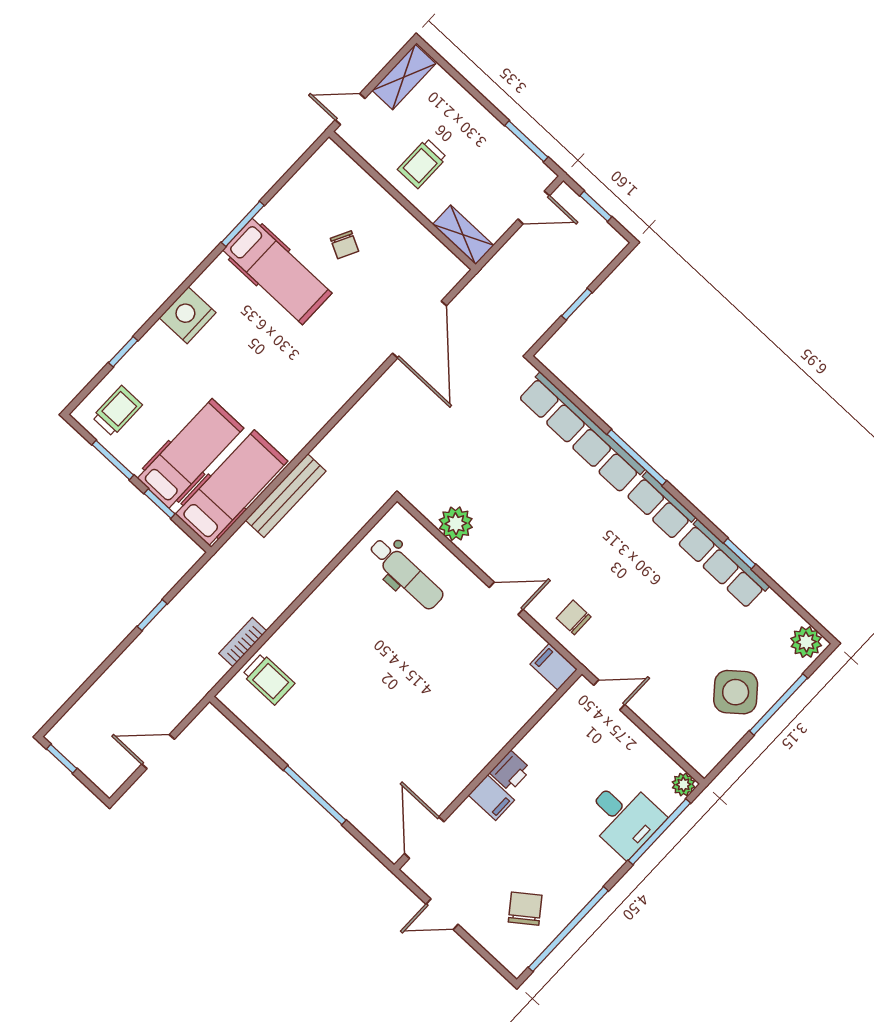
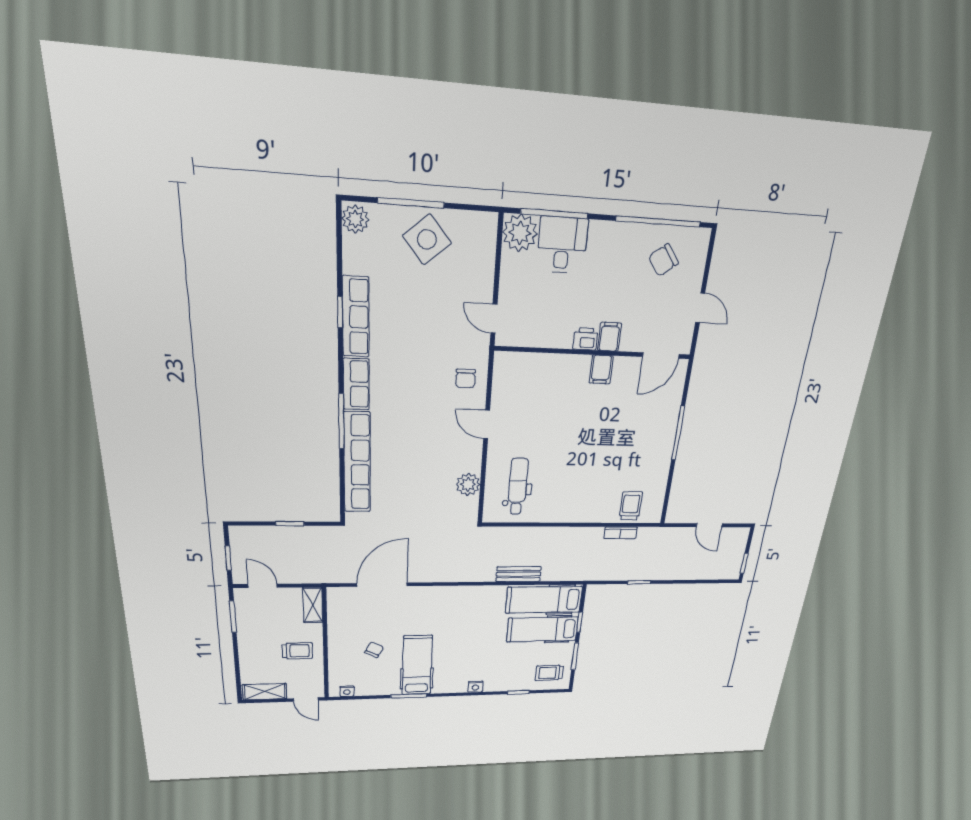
nightstand: (317, 163) -> (347, 691), added
nightstand: (188, 315) -> (475, 687), width x0.53, depth x0.56
bench: (286, 496) -> (519, 574), width x0.73
filing cabinet: (554, 667) -> (601, 369), moved
plant: (683, 784) -> (520, 233), width x1.88, depth x1.88

